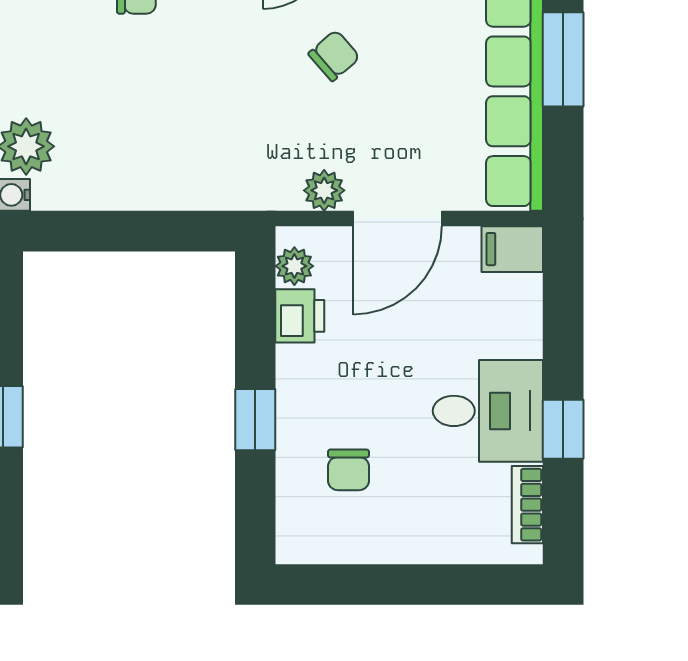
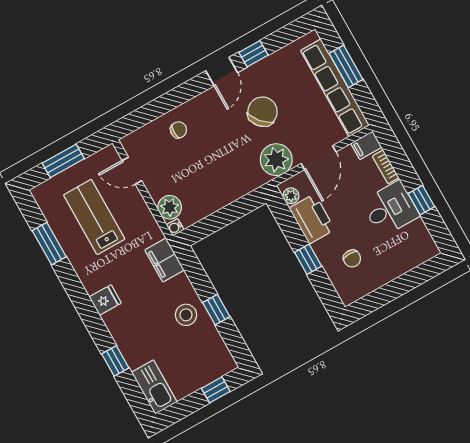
chair: (334, 56) -> (262, 112), width x1.87, depth x1.87
plant: (324, 190) -> (276, 160), width x1.87, depth x1.87
printer: (300, 316) -> (312, 219), width x1.87, depth x1.48
bookcase: (527, 505) -> (386, 167), moved

